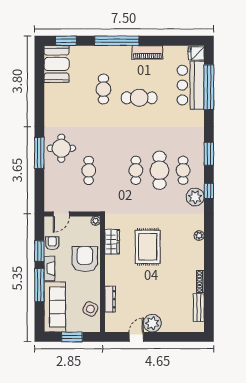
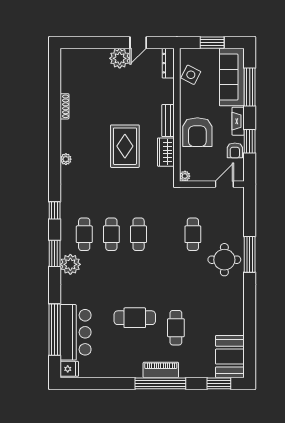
piano: (147, 52) -> (161, 370), moved
cafe table: (159, 170) -> (111, 234), width x0.73, depth x0.74
plant: (195, 197) -> (70, 264), moved
window: (39, 285) -> (250, 87), moved
dresser: (110, 299) -> (168, 63), moved
bench: (199, 308) -> (168, 121), moved

